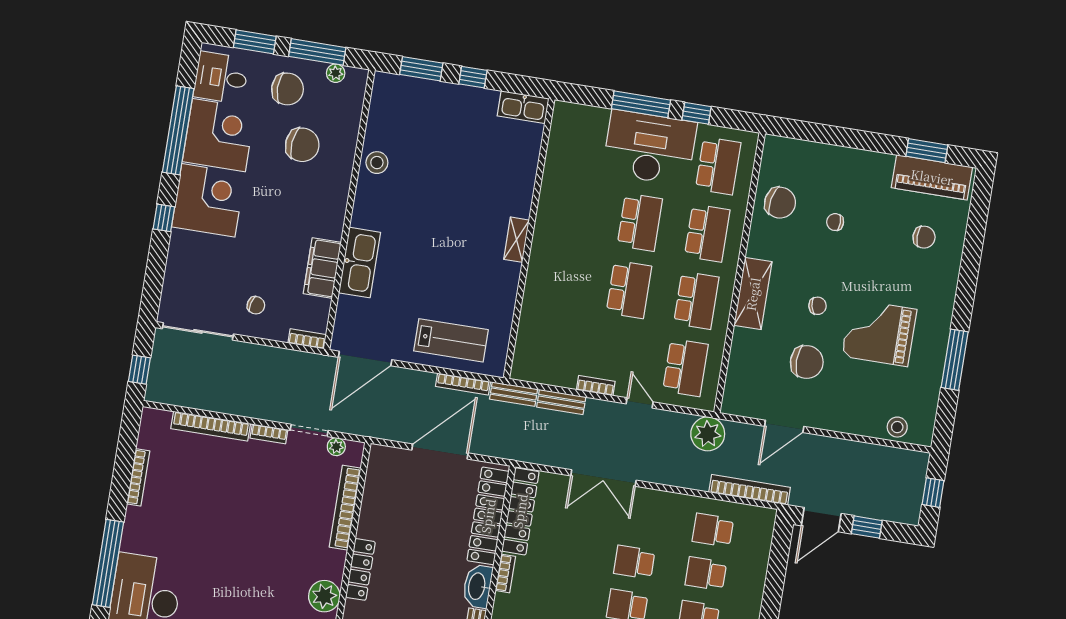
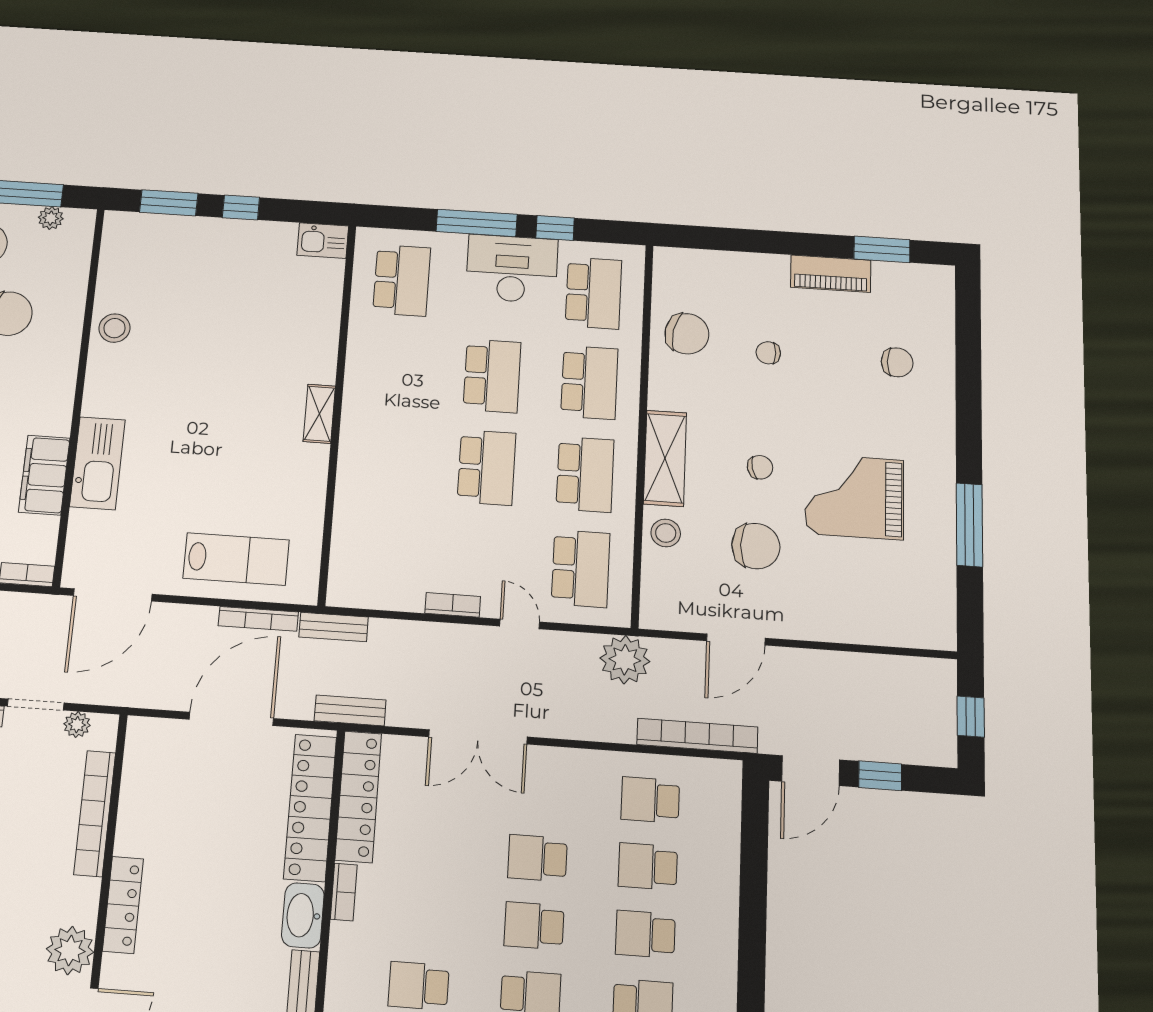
kitchen sink: (523, 107) -> (323, 241), width x0.73
school desk: (583, 144) -> (402, 280), added
desk: (650, 148) -> (512, 269), width x0.73, depth x0.77
piano: (932, 177) -> (831, 274), moved, width x0.73, depth x0.75
bench: (561, 402) -> (350, 710), moved
stool: (897, 427) -> (666, 533), moved

